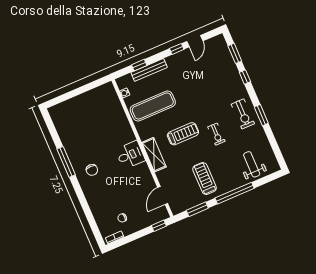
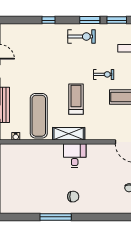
window: (235, 53) -> (117, 20), moved
exercise bike: (216, 134) -> (104, 74), moved
shelving: (154, 155) -> (69, 134), moved

